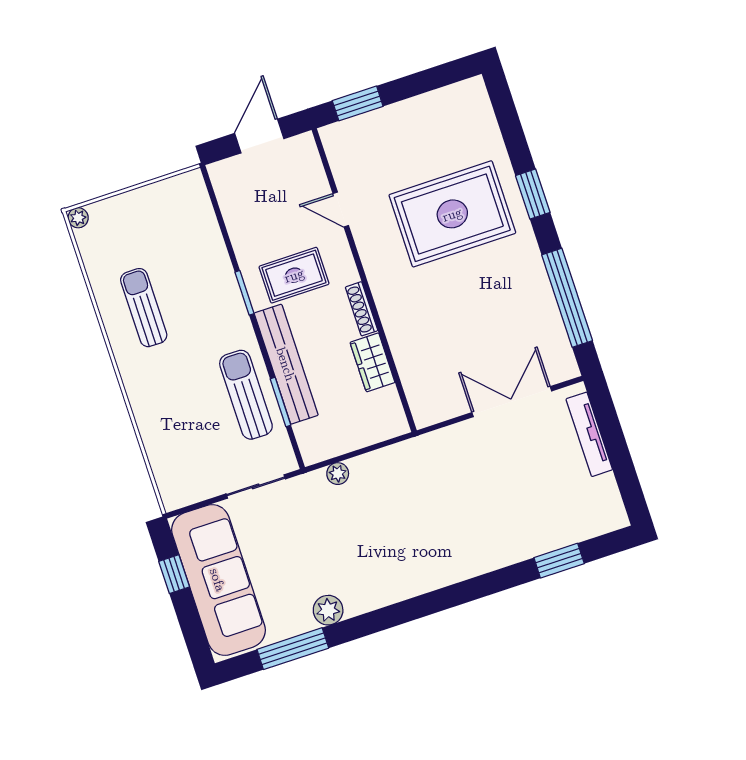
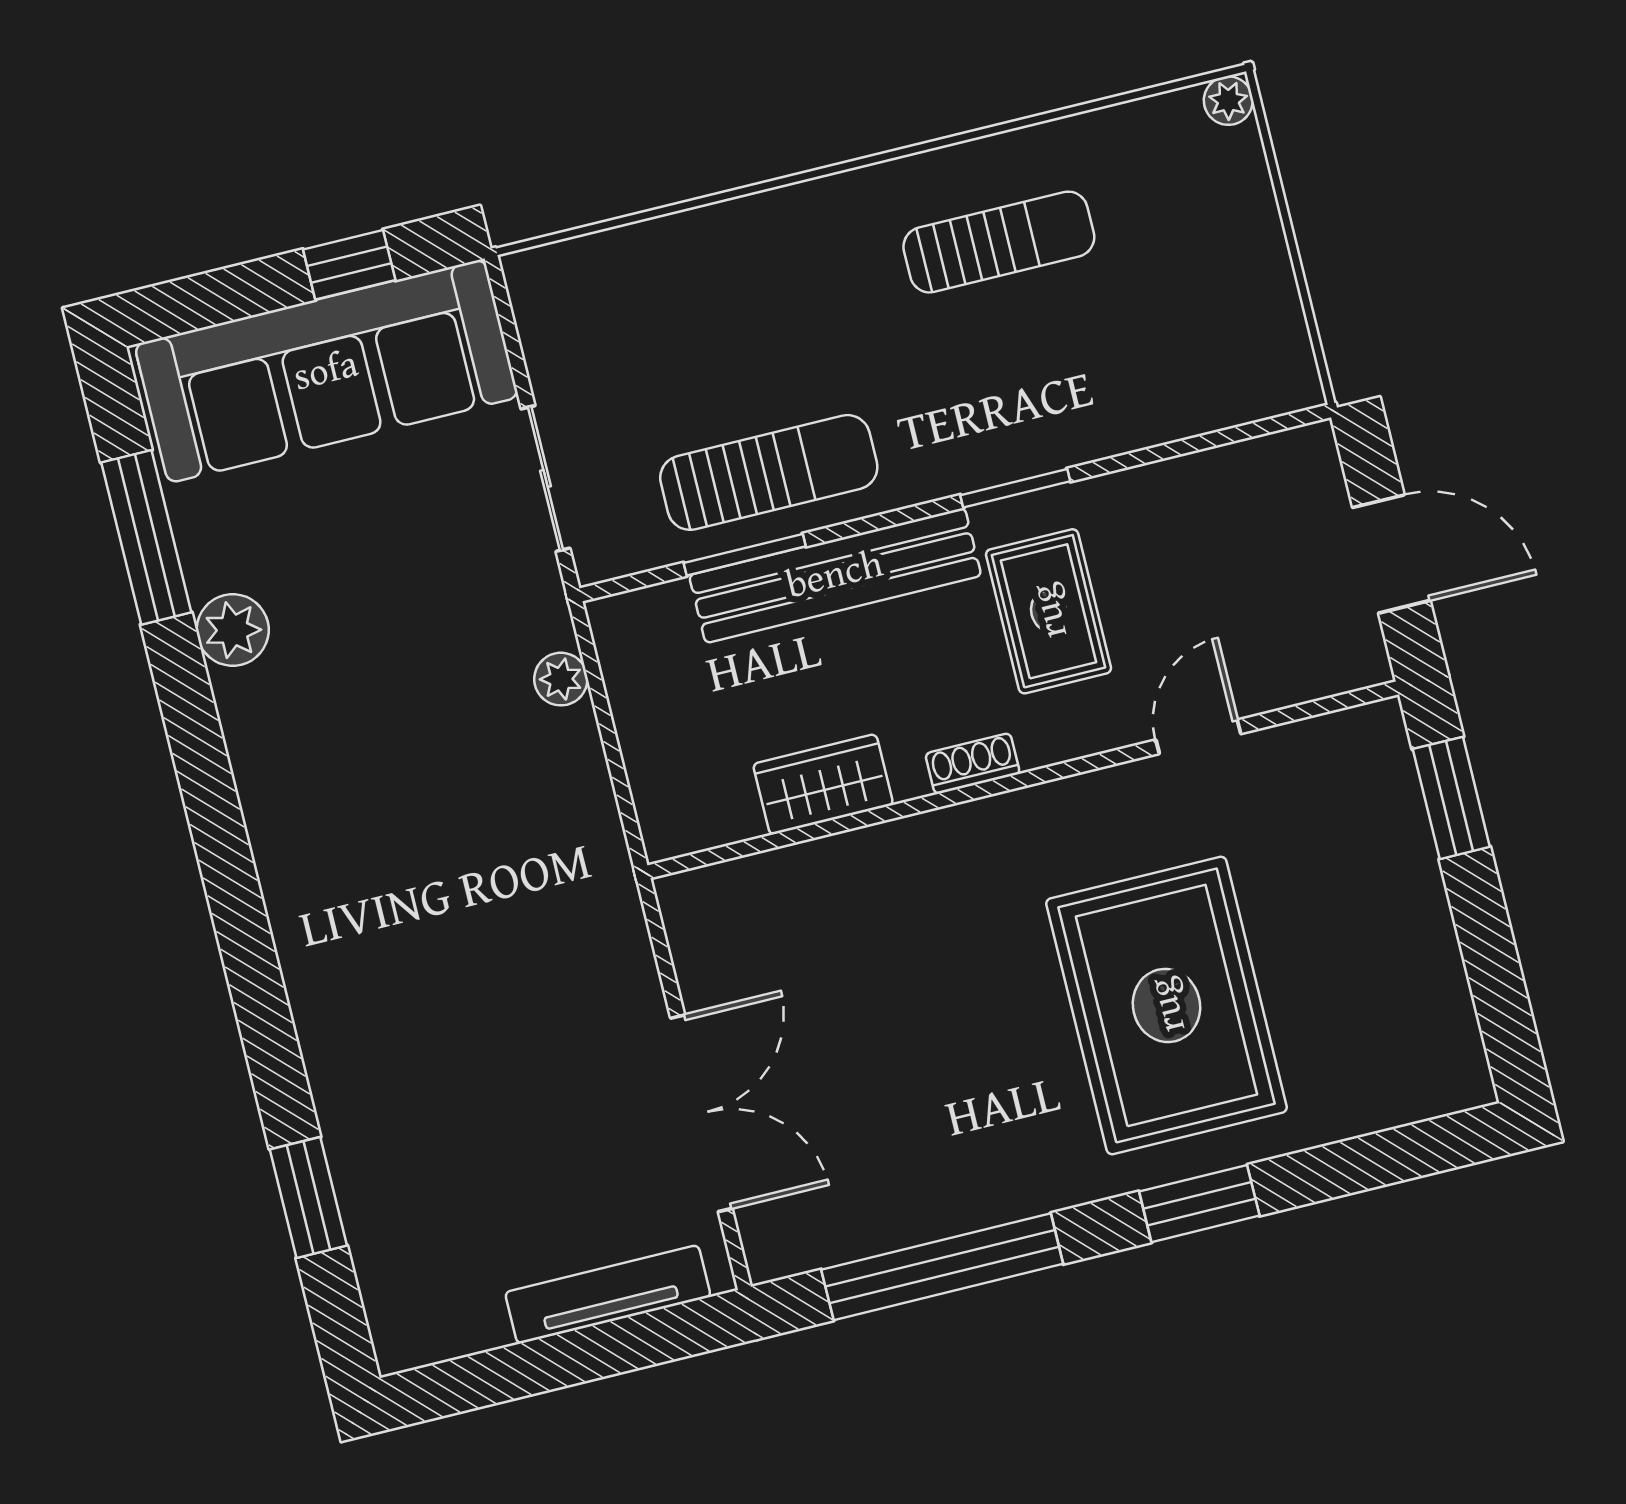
shoe rack: (362, 309) -> (973, 764), width x0.70

